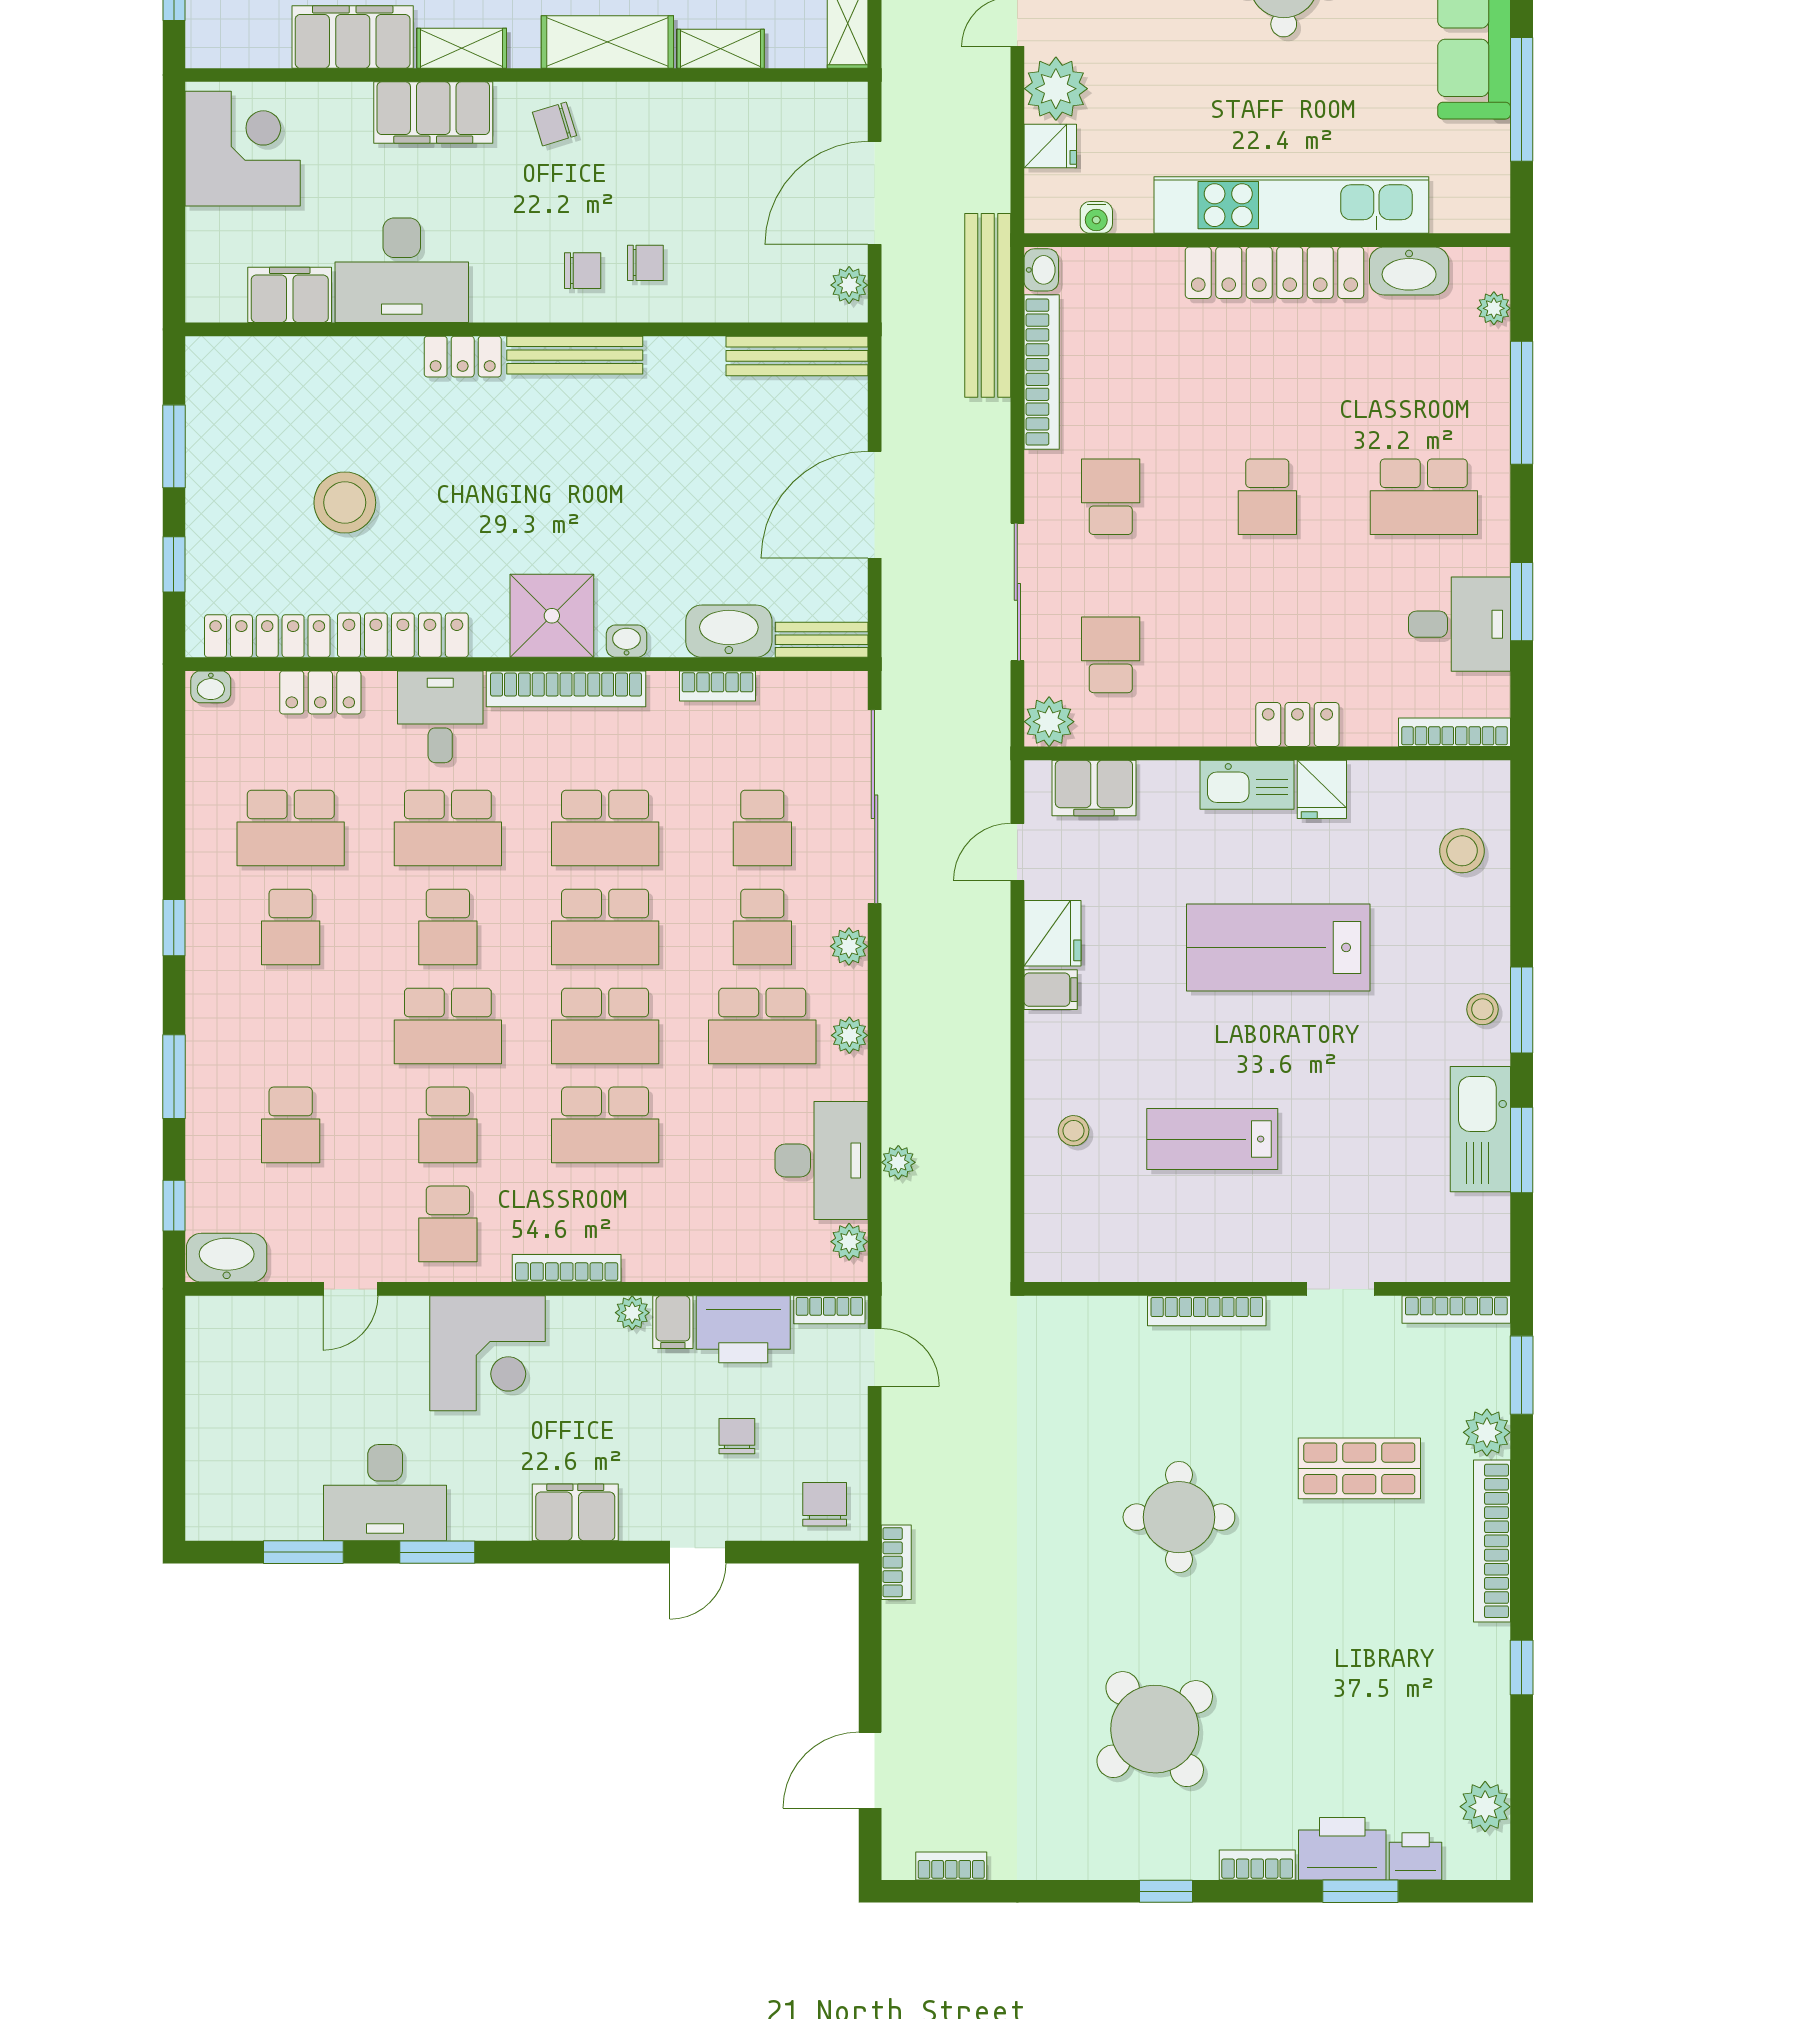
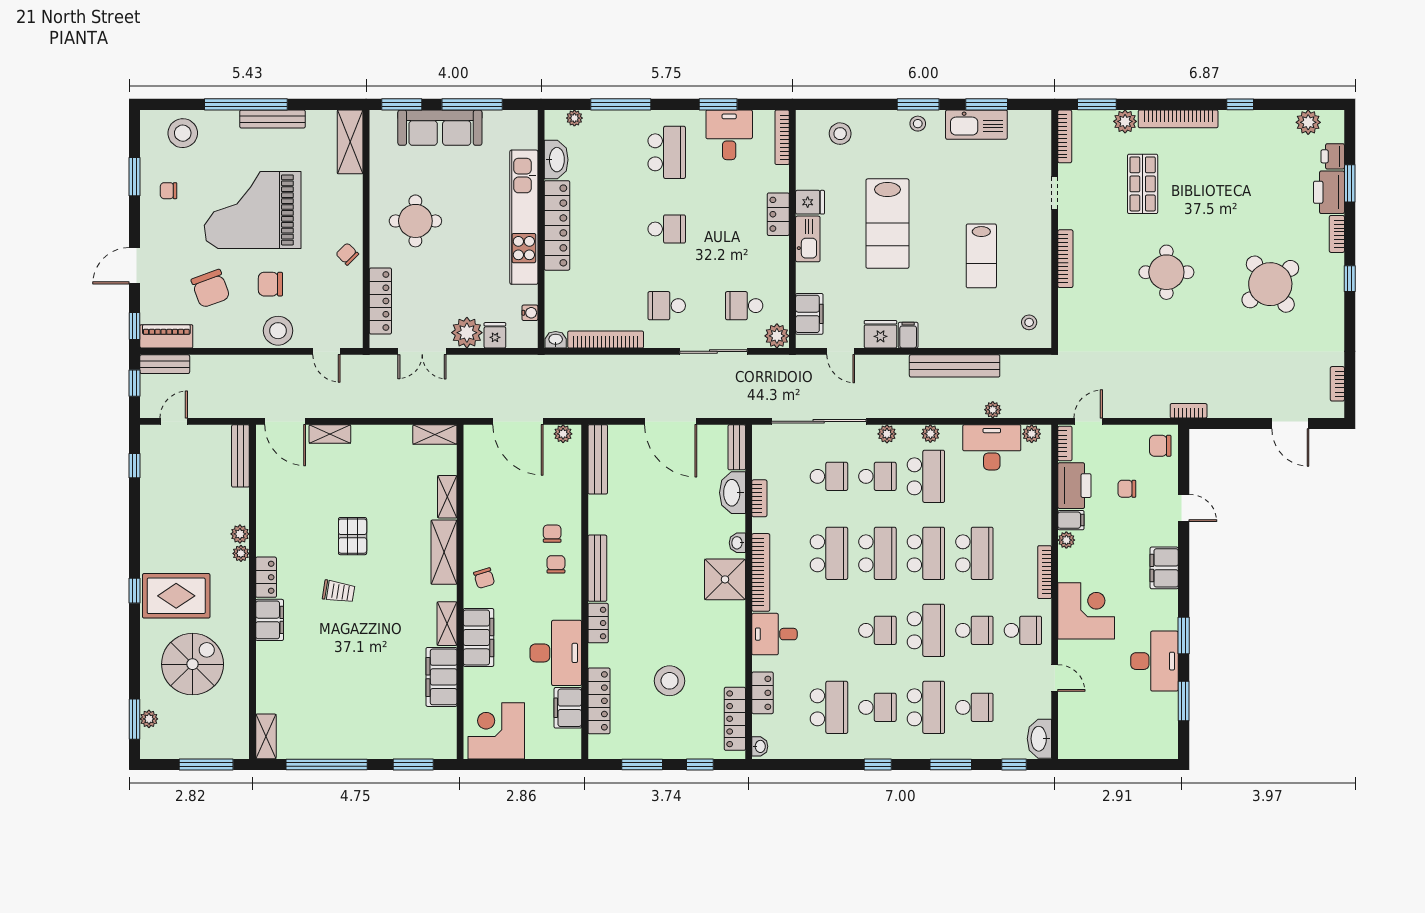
bench: (988, 305) -> (955, 366), moved
locker: (403, 635) -> (599, 701), moved, turned 180
school desk: (448, 828) -> (926, 707), moved
stool: (1074, 1131) -> (1029, 322), moved

